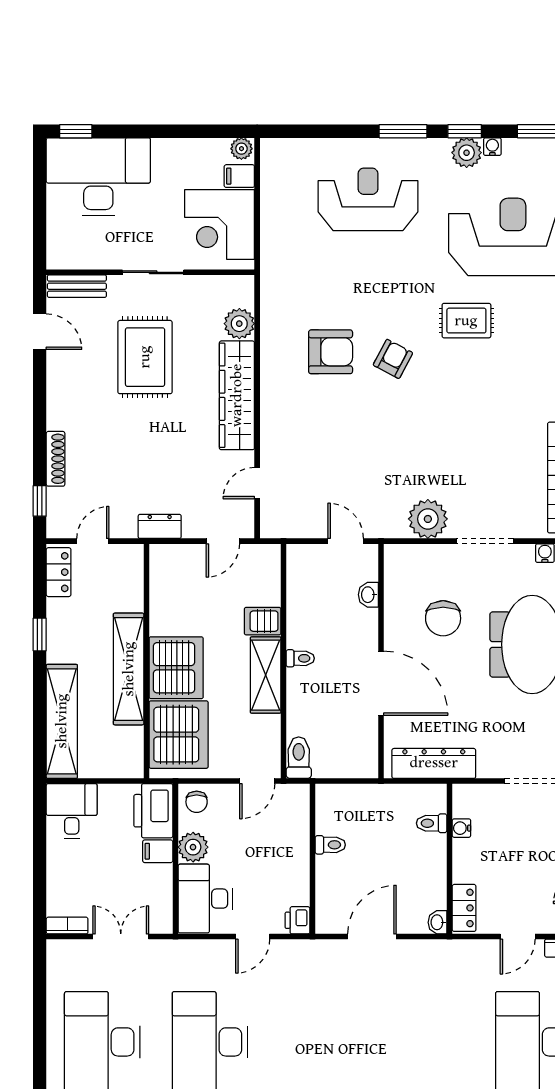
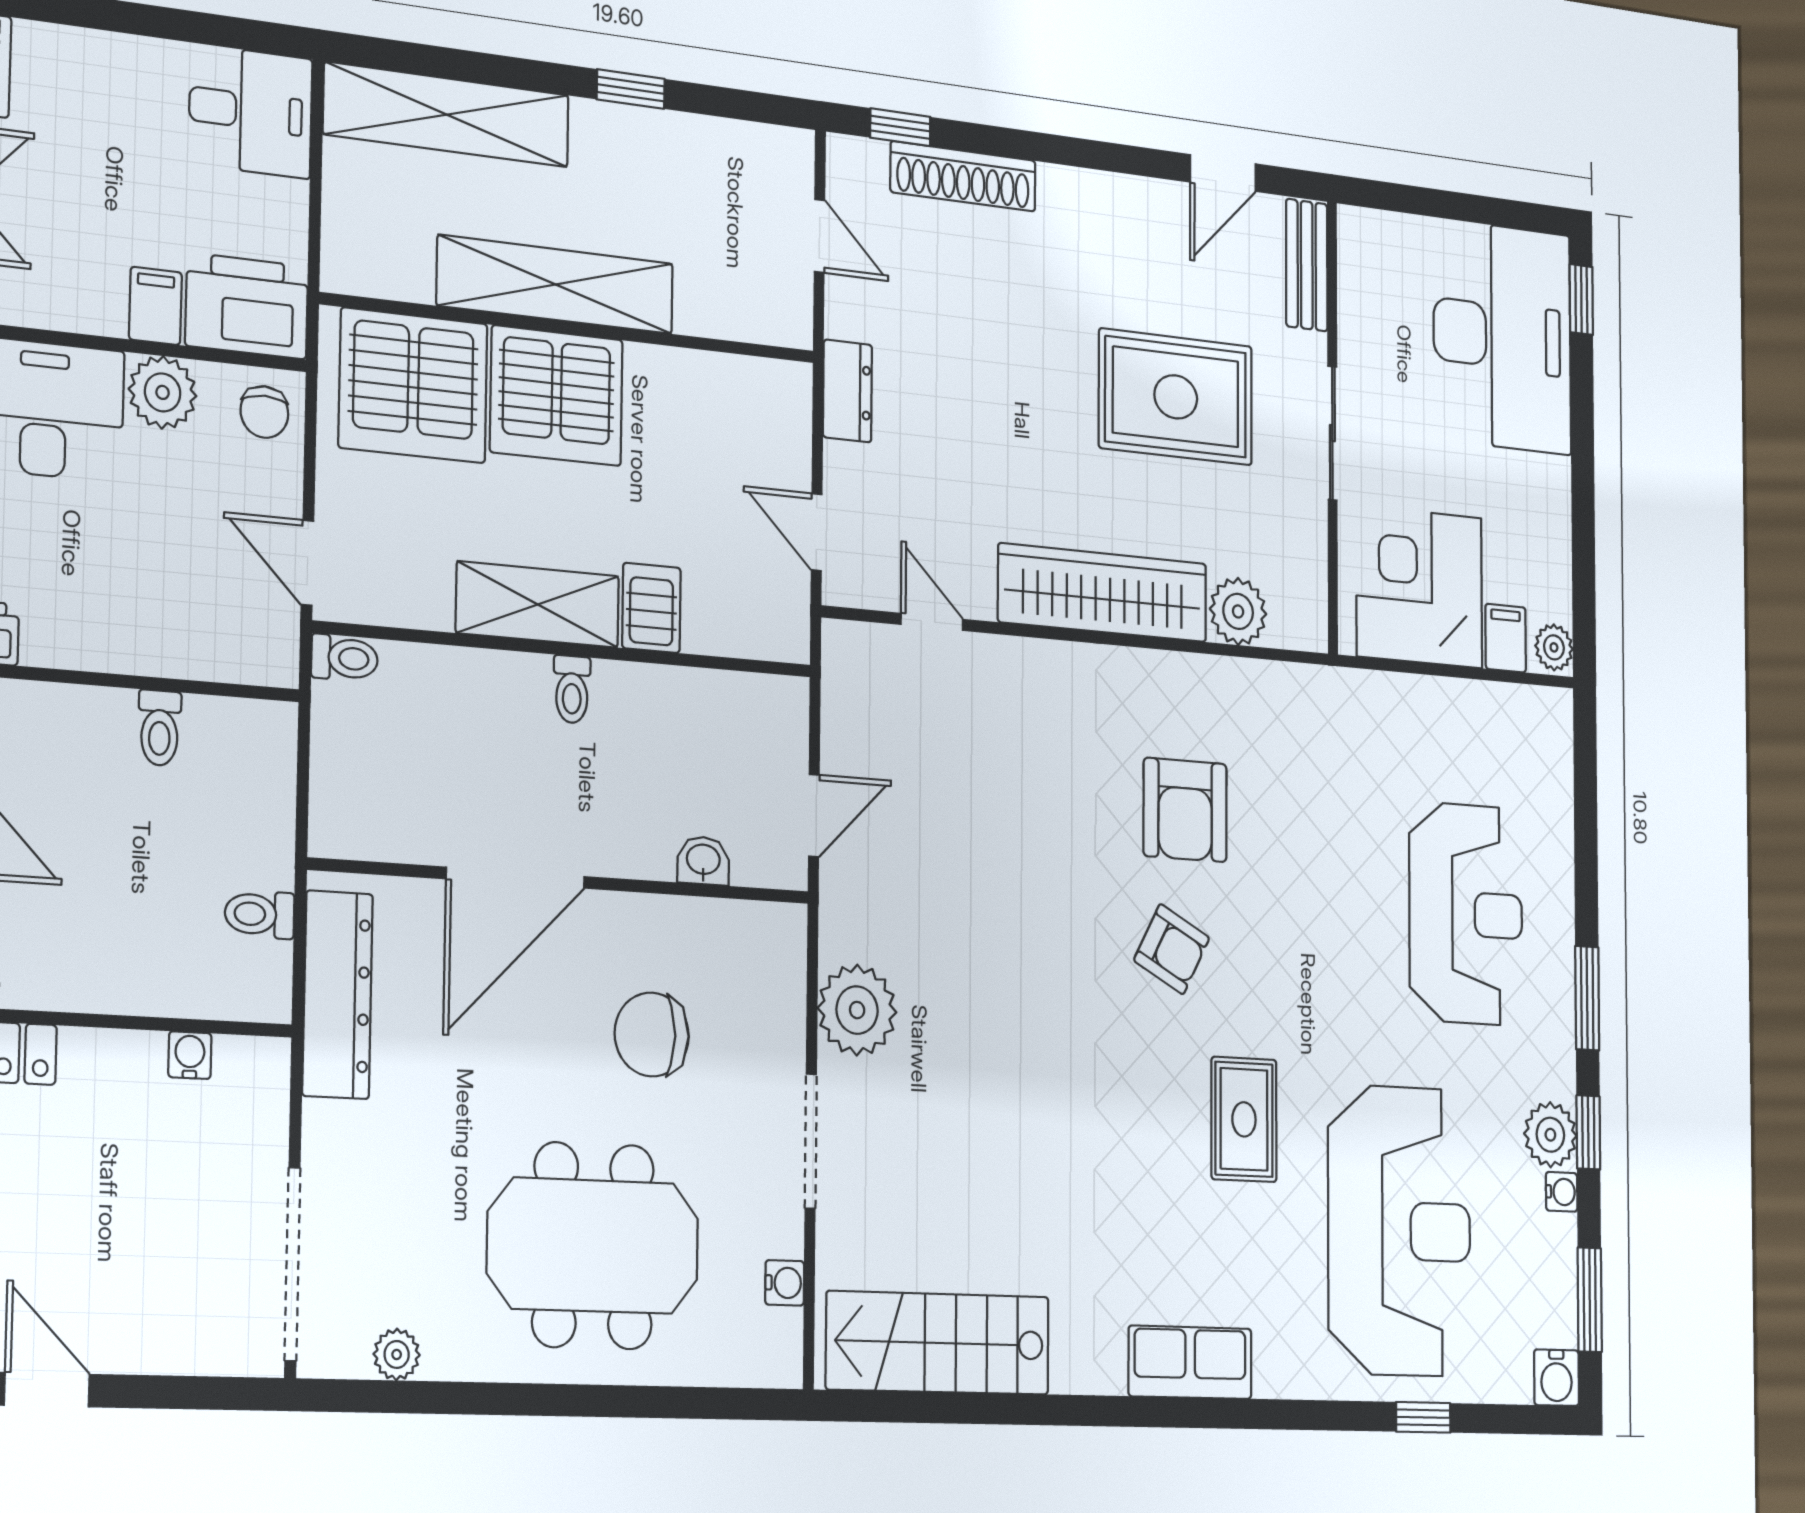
shoe rack: (56, 459) -> (963, 176), width x1.36, depth x1.24
locker: (59, 572) -> (758, 150), removed
toilet: (299, 758) -> (345, 658), width x0.73, depth x0.72
chair: (197, 802) -> (264, 412), turned -90
toilet: (432, 823) -> (260, 914), moved, turned -90

